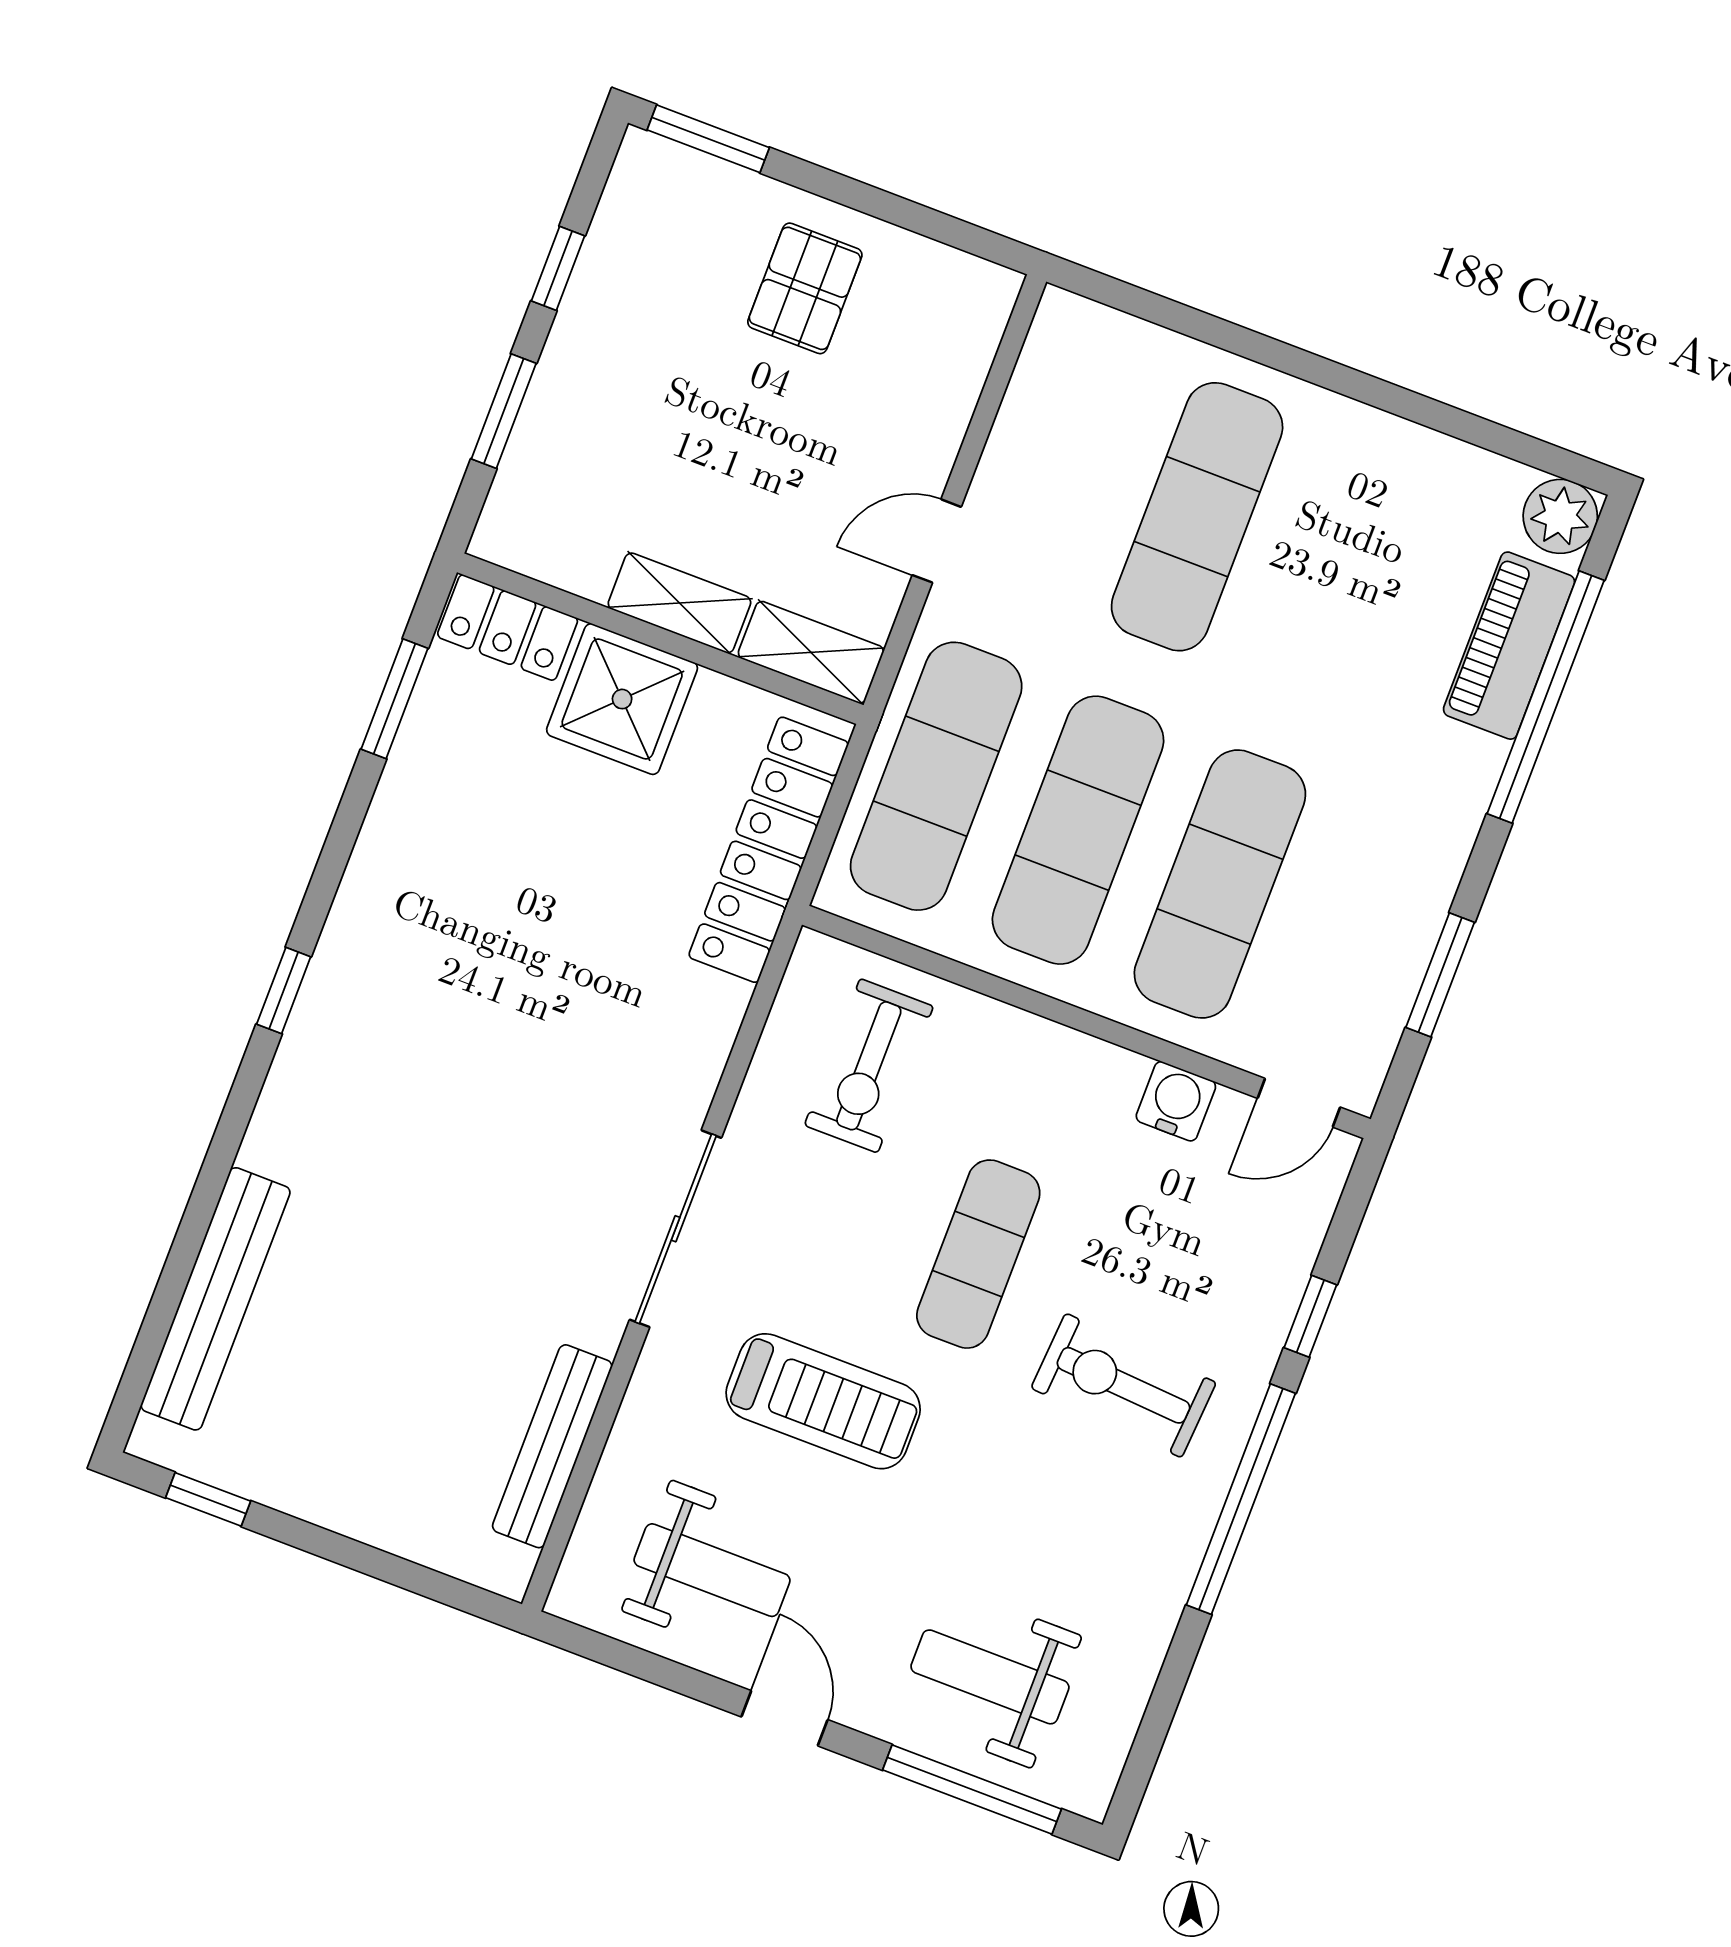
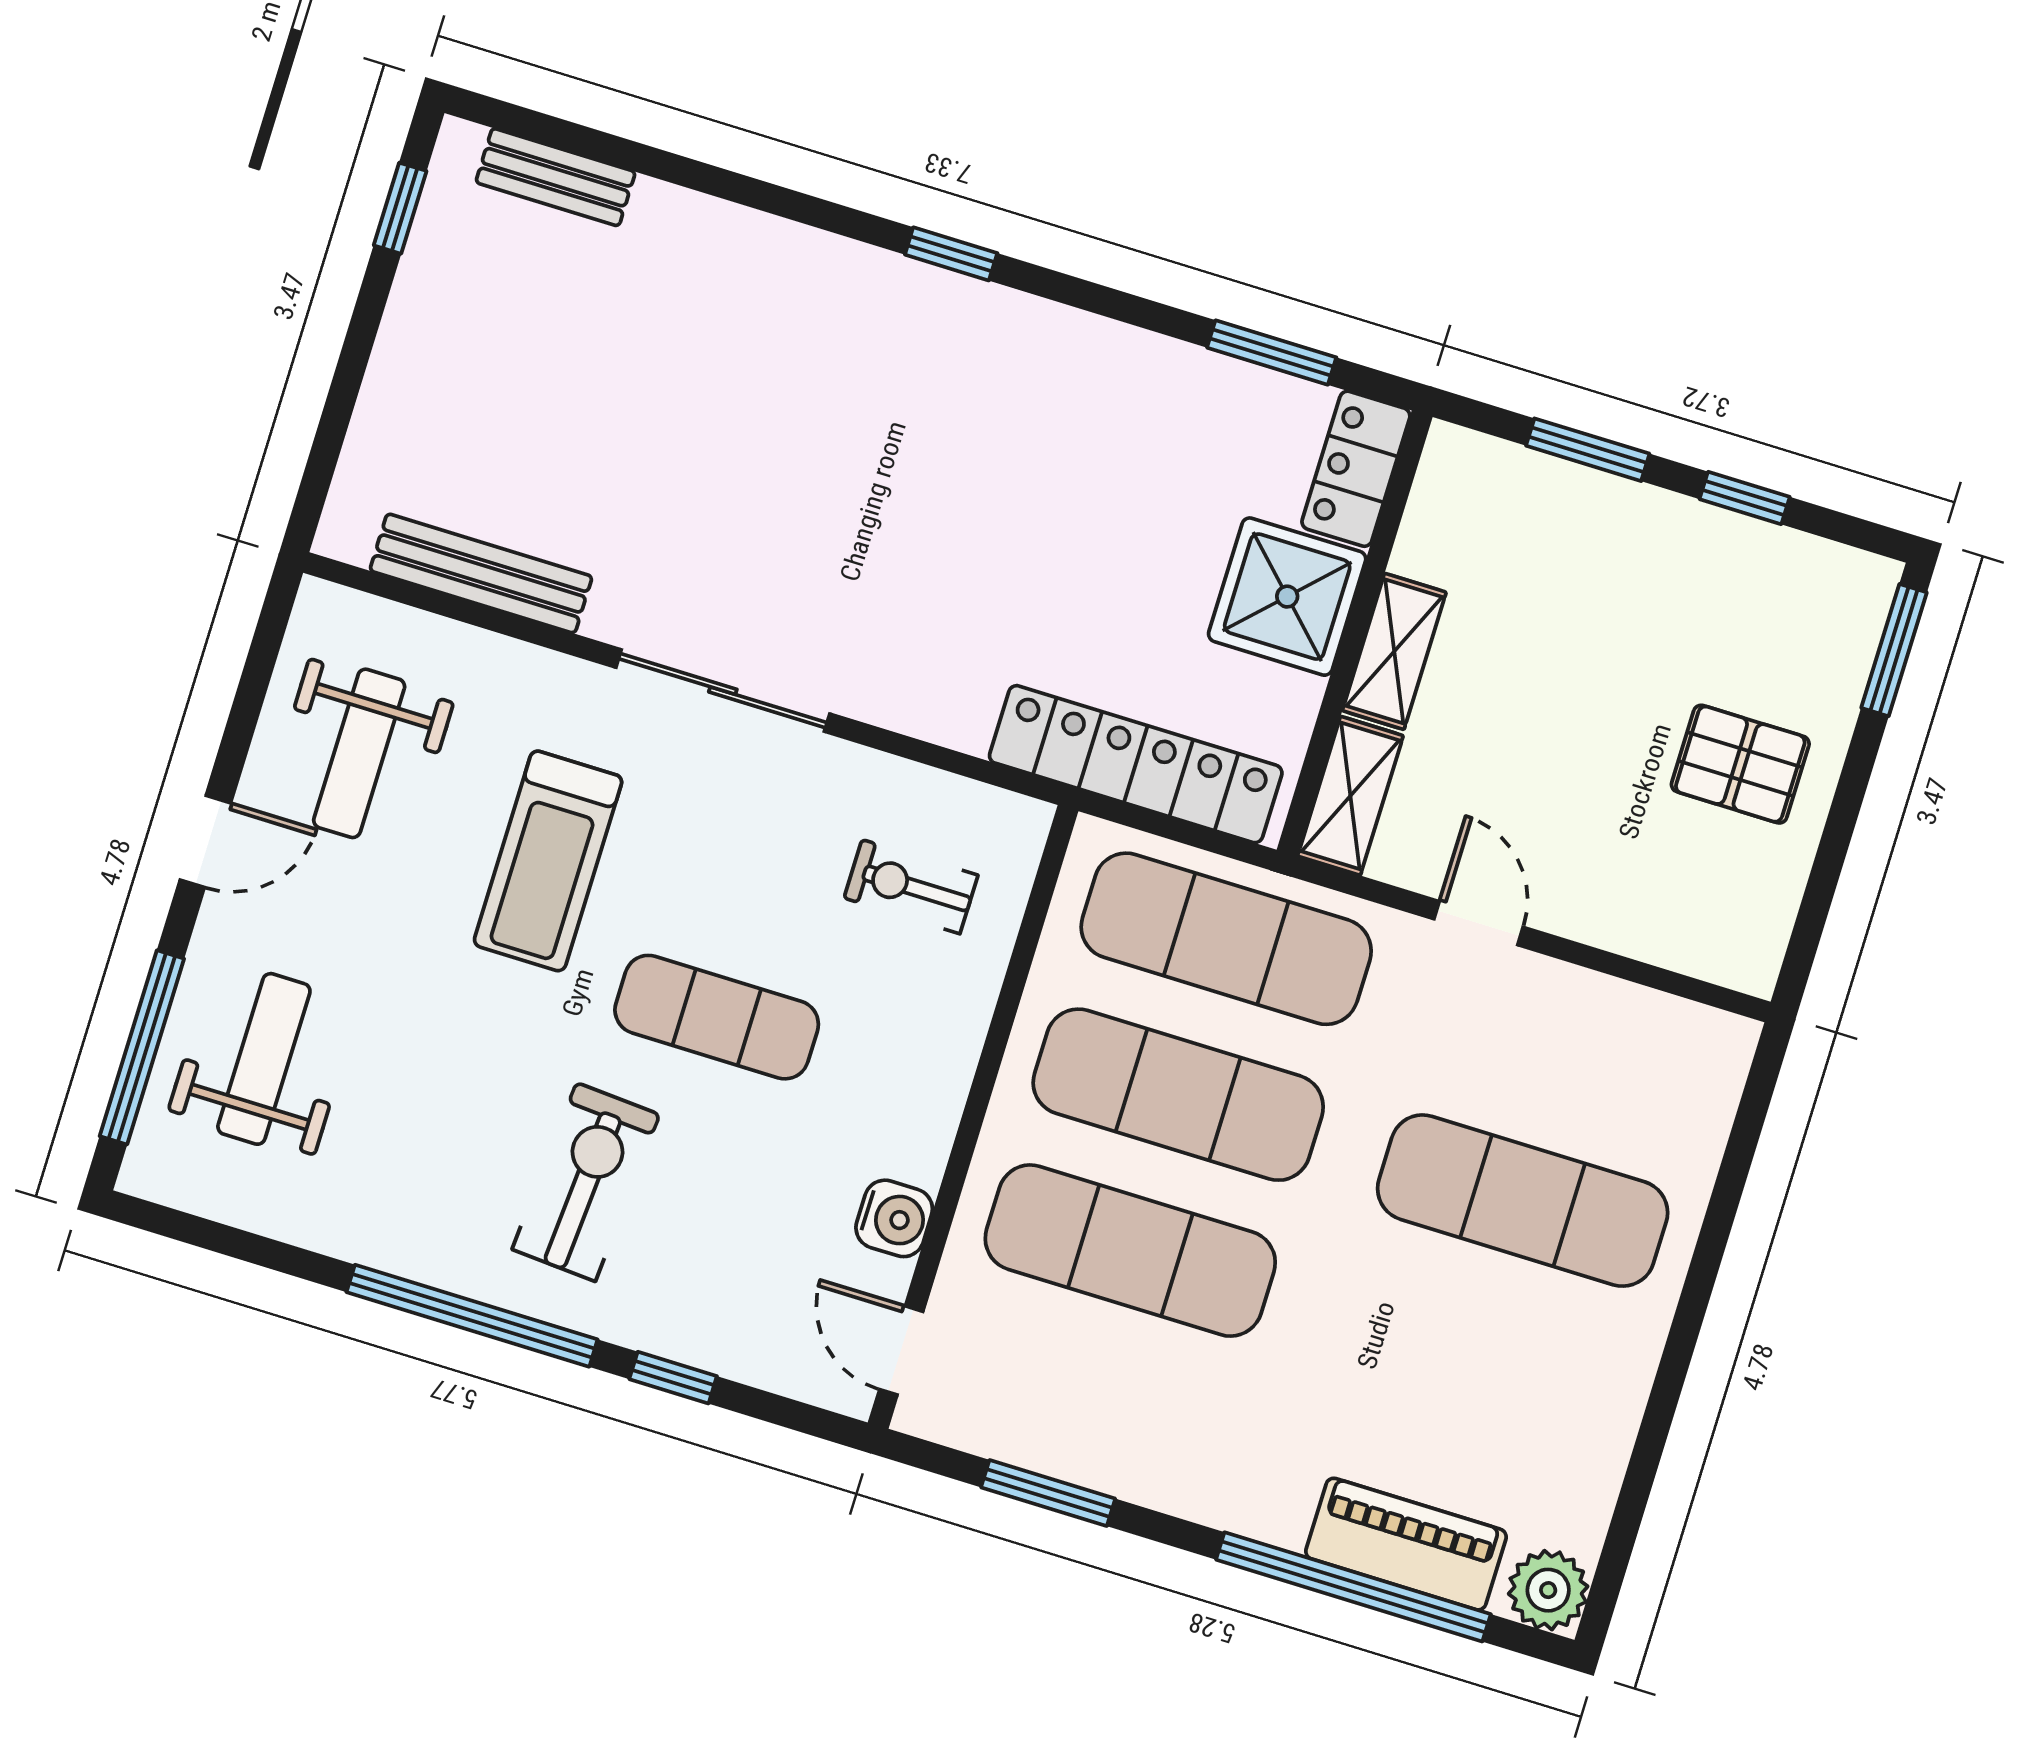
exercise bike: (869, 1066) -> (911, 887), width x0.73, depth x0.72
bench: (216, 1299) -> (556, 177), width x0.54, depth x0.82

